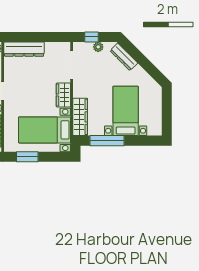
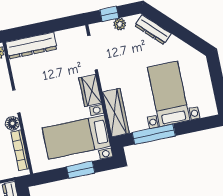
window: (27, 157) -> (81, 170), moved

